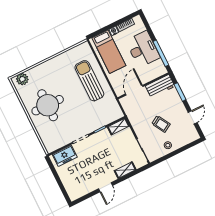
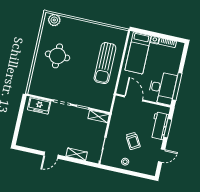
desk: (143, 49) -> (162, 88), moved
sun lounger: (89, 81) -> (105, 63), turned 180
workbench: (160, 86) -> (159, 126), moved, turned 90
door: (134, 90) -> (134, 98), hinge flipped
round table: (48, 105) -> (57, 56), width x0.73, depth x0.73

